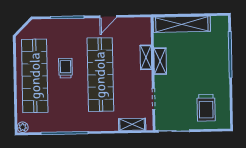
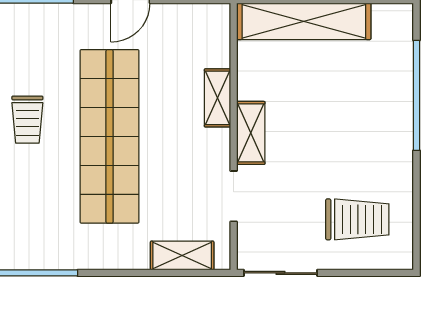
shelving: (160, 61) -> (251, 133), moved
trolley: (65, 68) -> (27, 120), turned 180
trolley: (206, 108) -> (357, 219), turned -90

